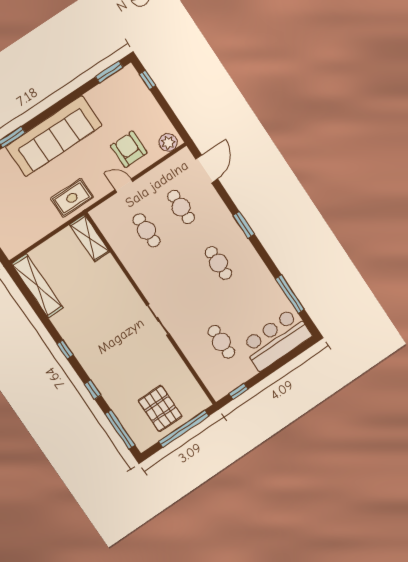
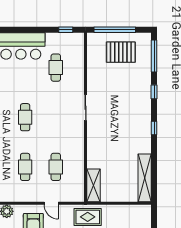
pallet: (160, 408) -> (121, 52), turned 90

